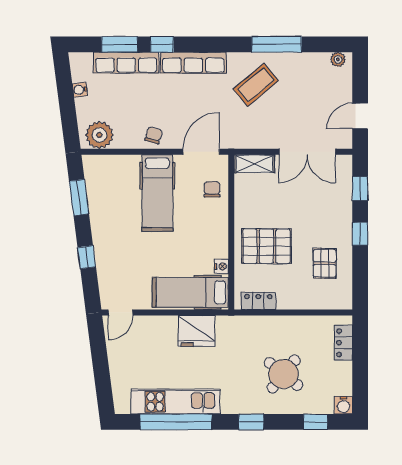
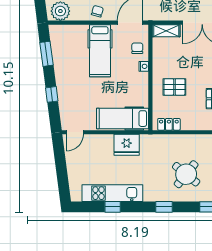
pallet: (266, 246) -> (174, 87), width x0.67, depth x0.71
nightstand: (222, 266) -> (144, 66), moved
window: (176, 422) -> (113, 207), width x0.32

